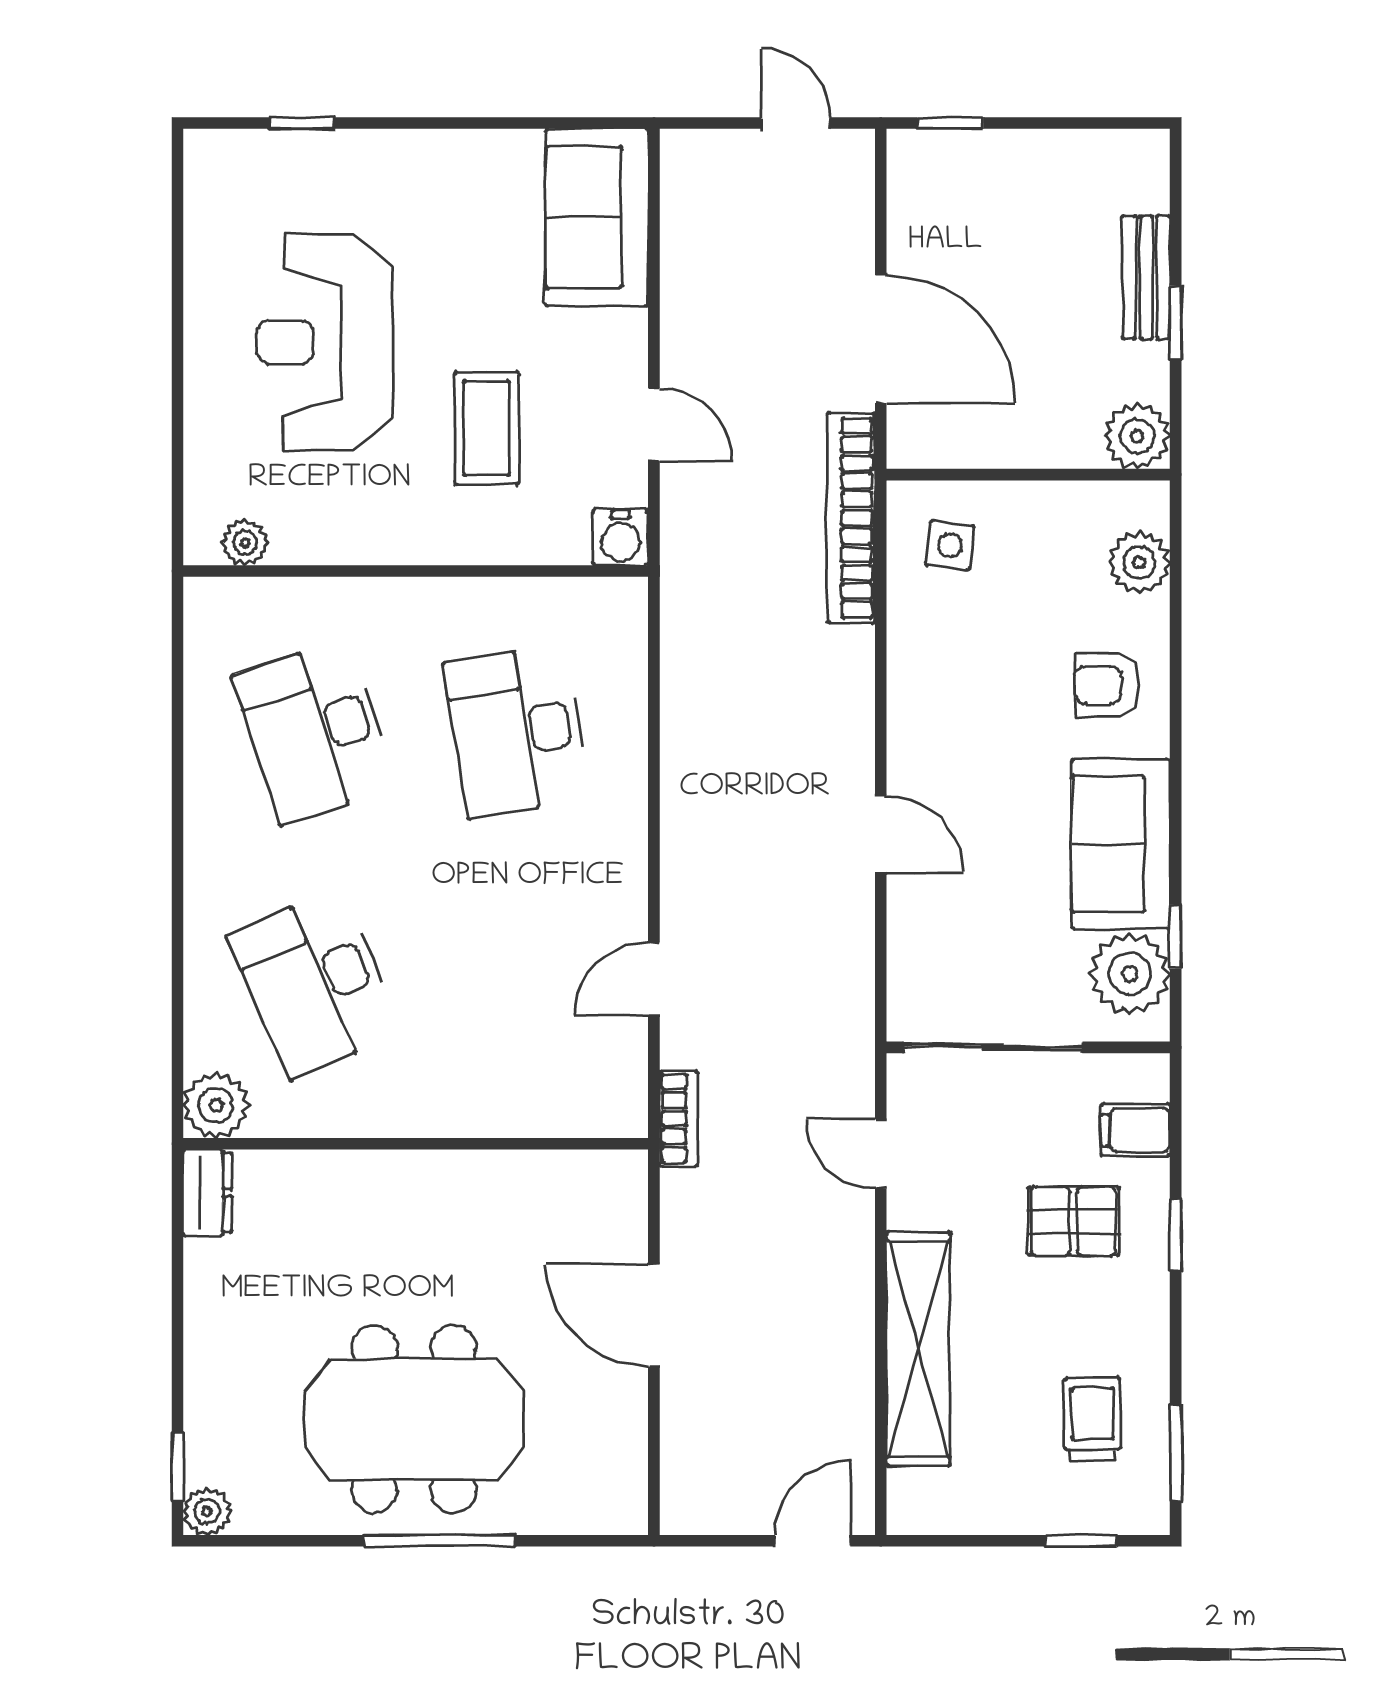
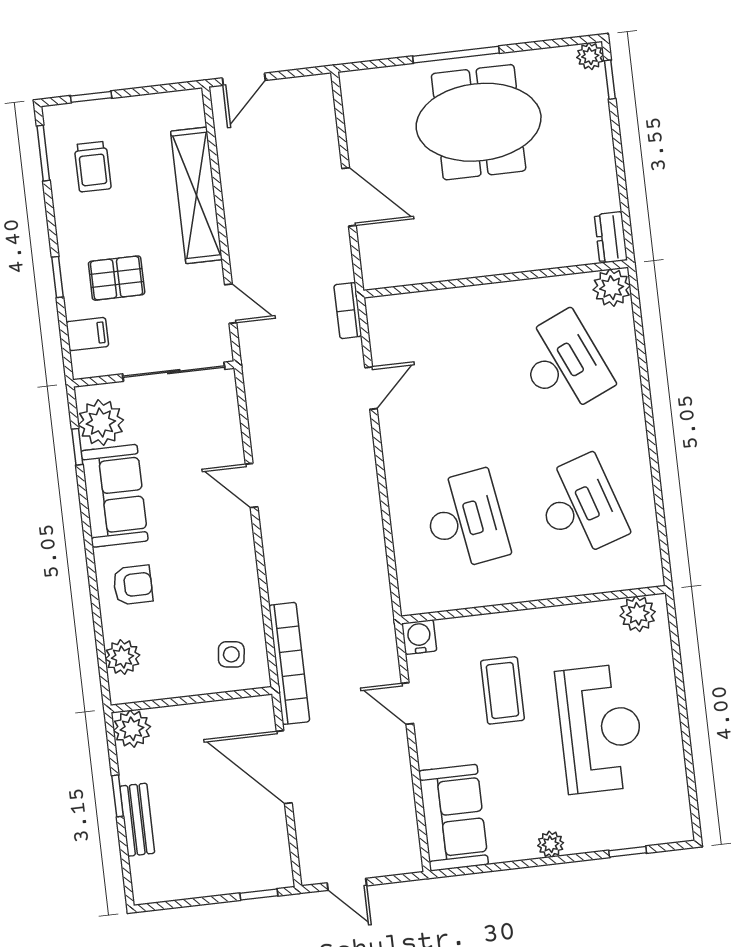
plant: (434, 152) -> (551, 844), added
plant: (245, 543) -> (638, 614), width x1.38, depth x1.38

